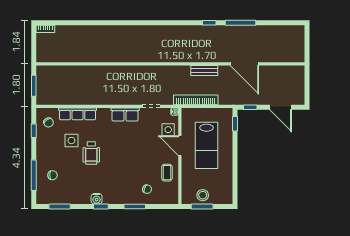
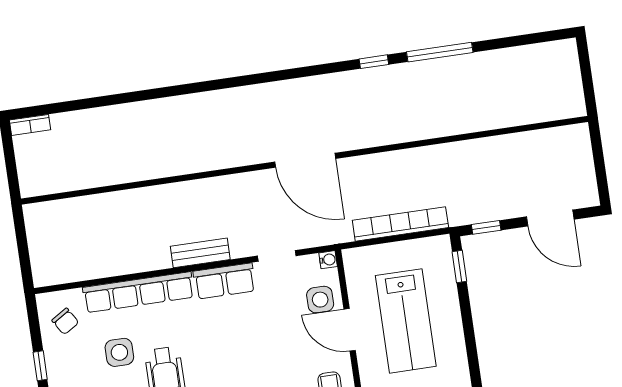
door: (244, 64) -> (305, 160), moved
bench: (204, 70) -> (200, 253), moved
window: (34, 86) -> (23, 248), removed
bookcase: (196, 100) -> (400, 224), moved
row of seats: (78, 114) -> (138, 292), width x1.36
window: (34, 131) -> (40, 366), moved

